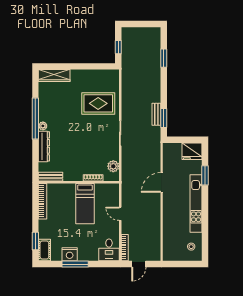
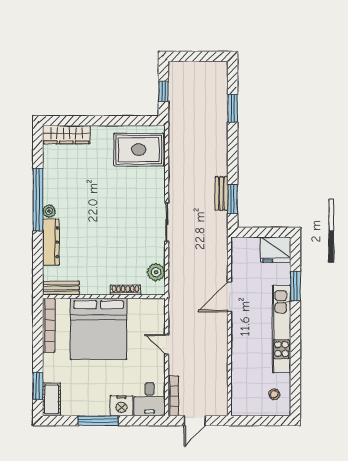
rug: (98, 103) -> (139, 150), moved
bed: (85, 204) -> (99, 329), width x2.04
nightstand: (70, 254) -> (121, 406), moved

